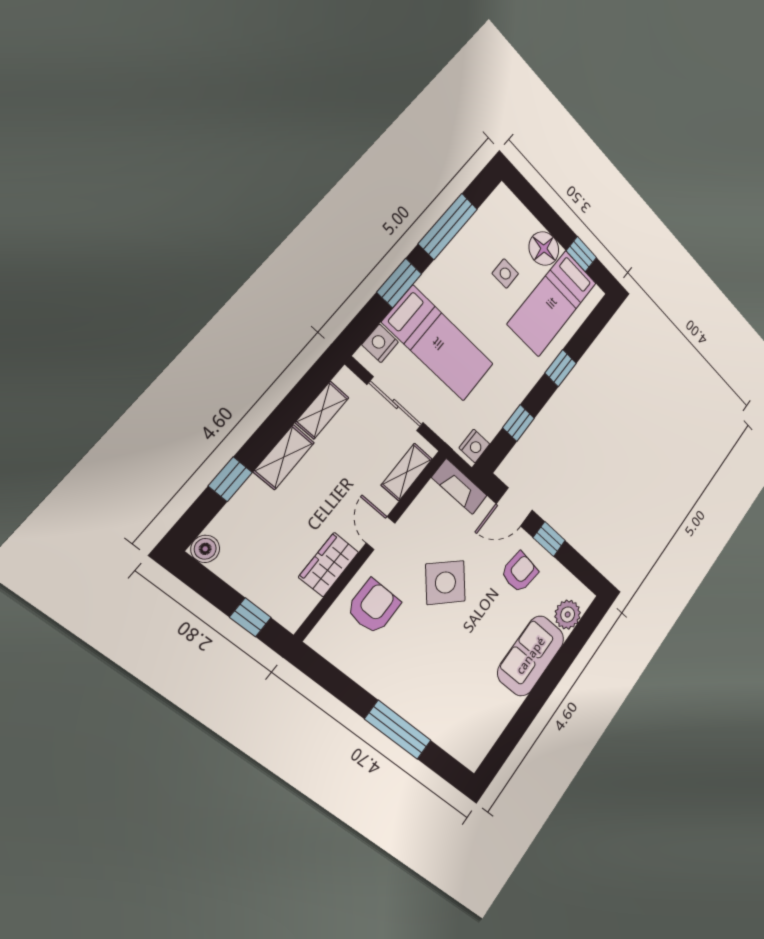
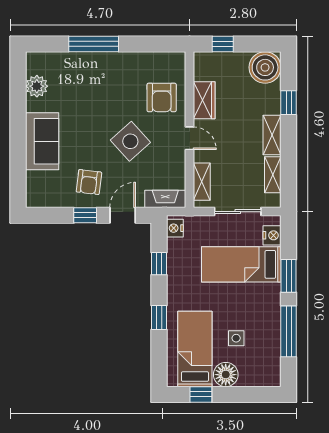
boiler: (205, 549) -> (265, 67), width x1.86, depth x1.86
plant: (568, 615) -> (37, 86), moved

